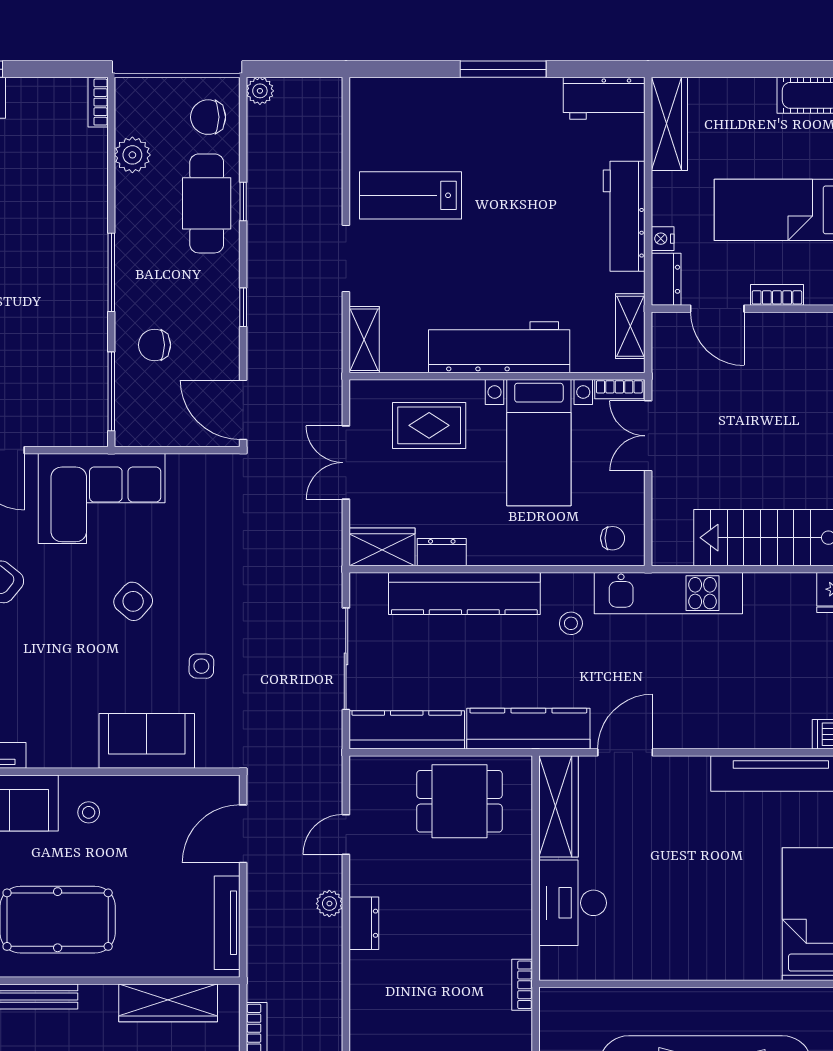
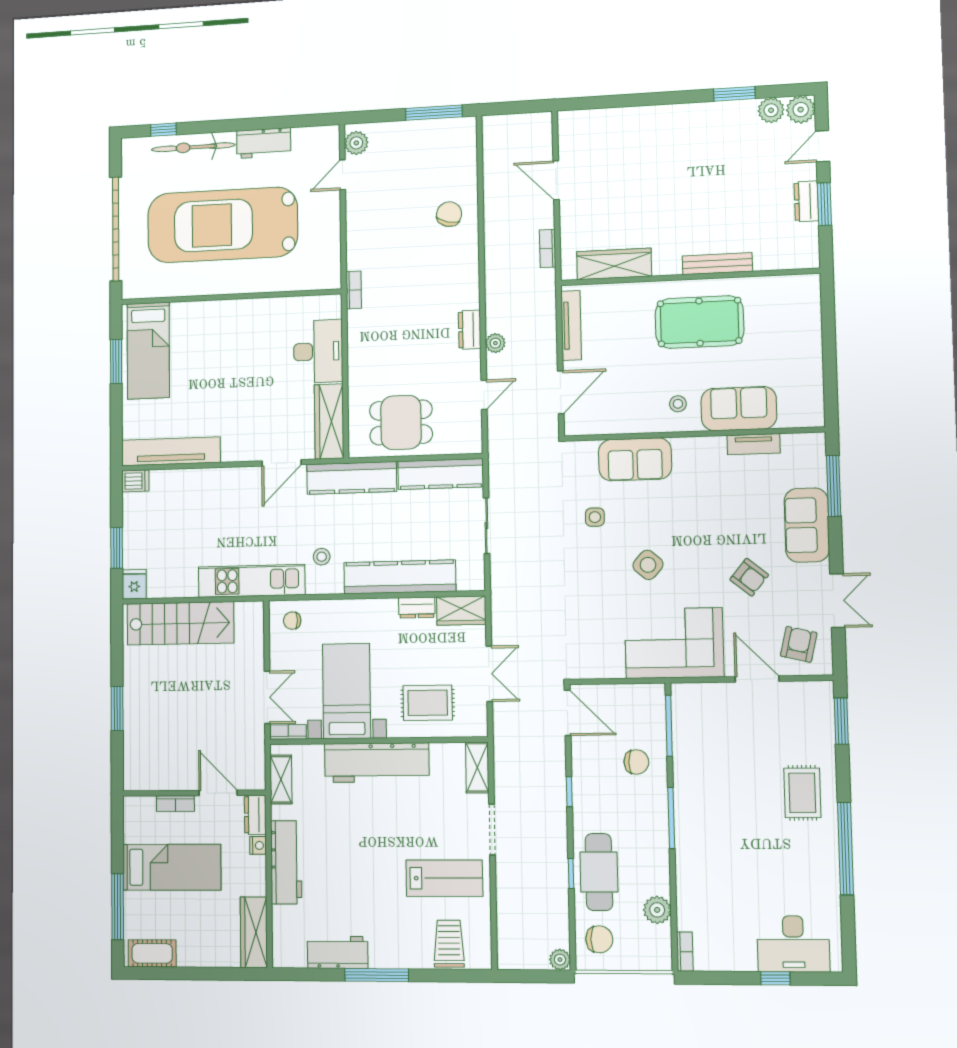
workbench: (604, 98) -> (338, 952), moved
trolley: (406, 110) -> (449, 944), added
sliding door: (346, 659) -> (486, 526), width x0.73

